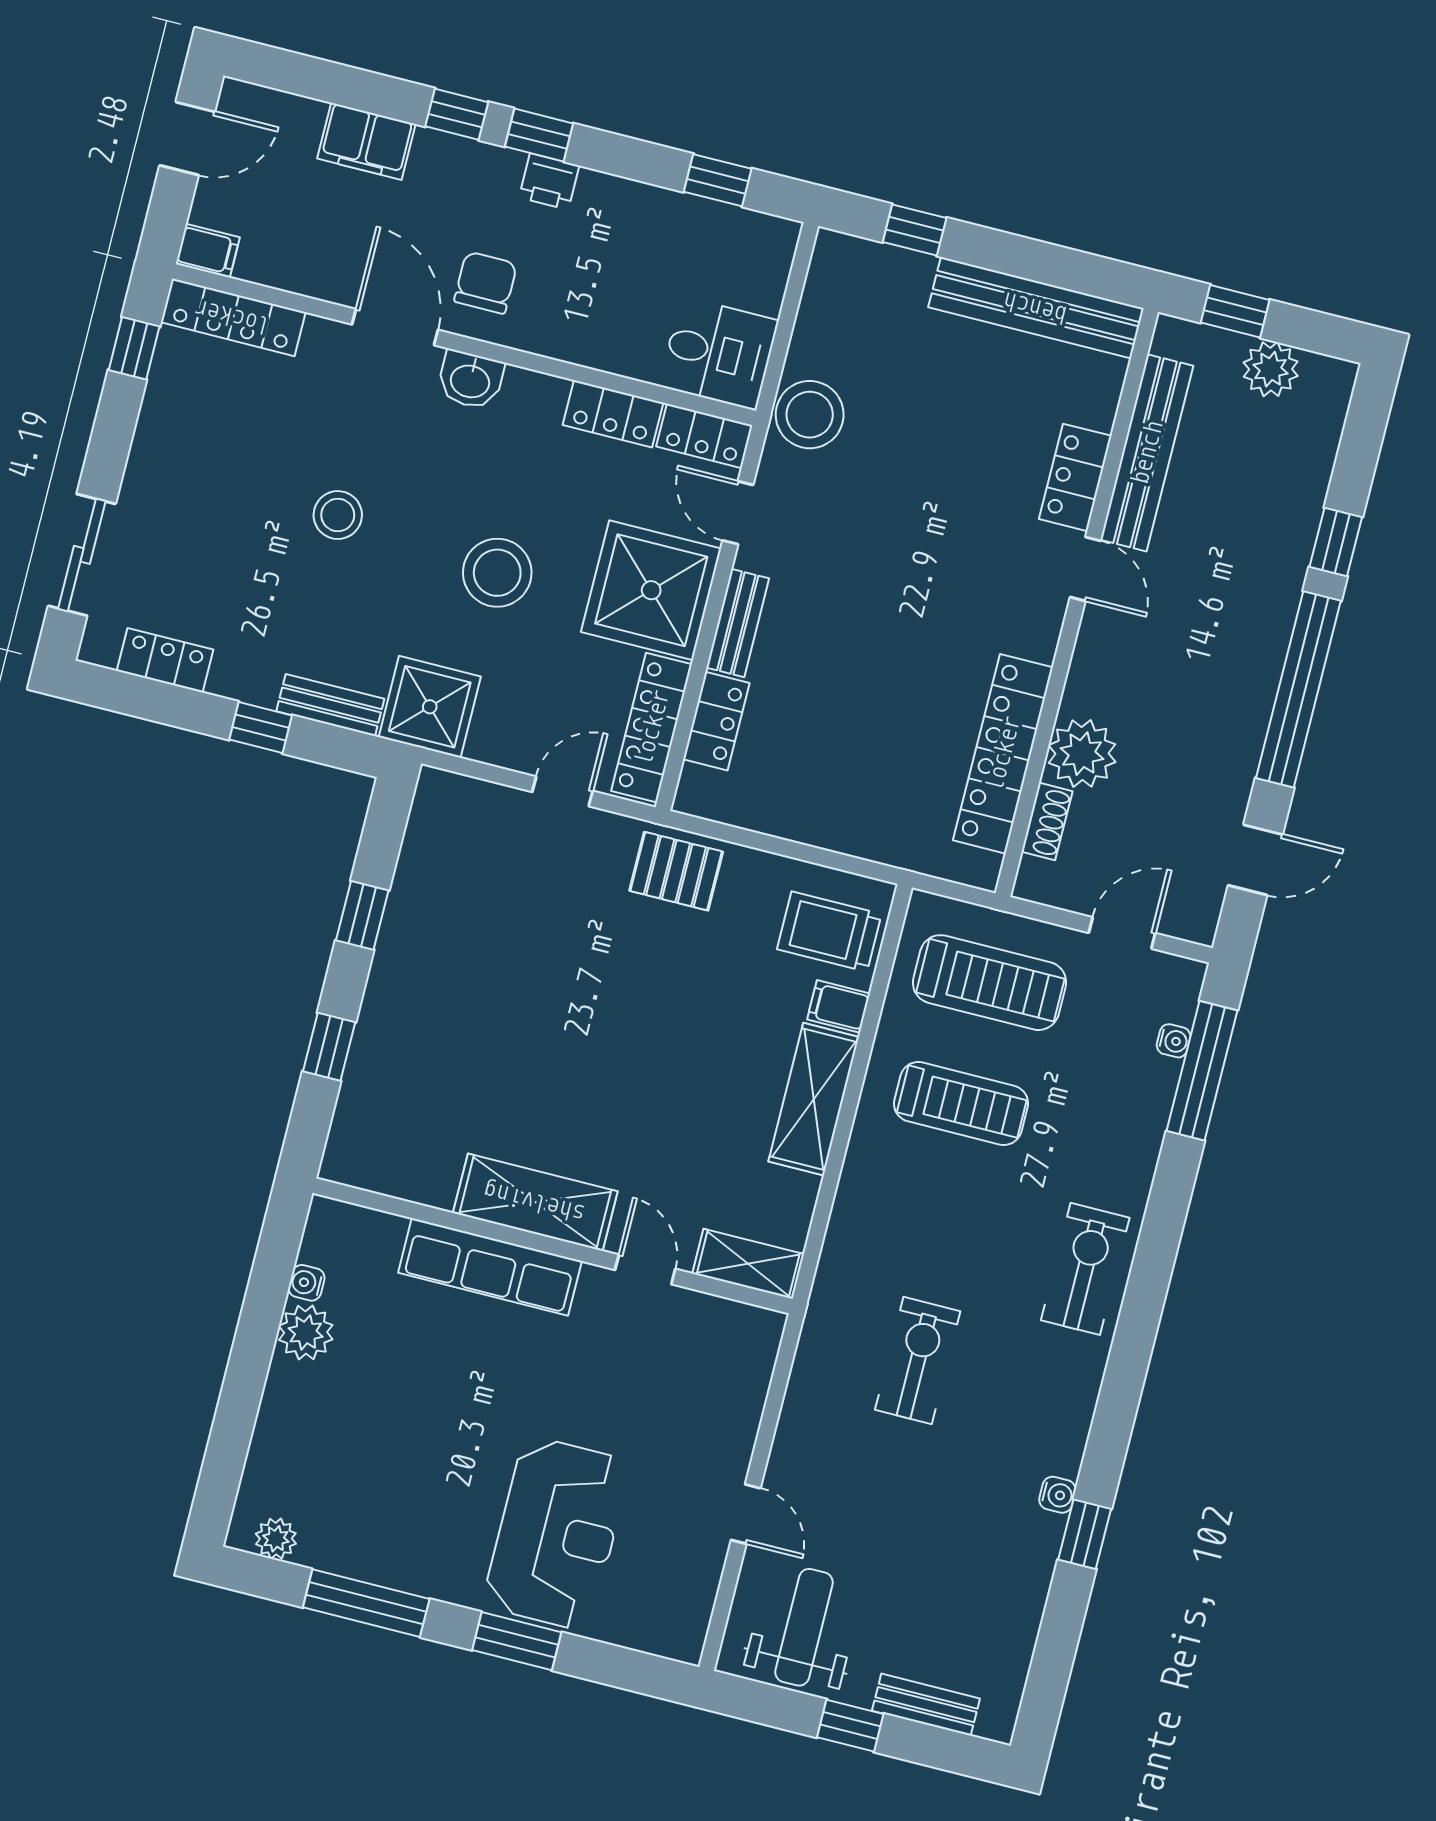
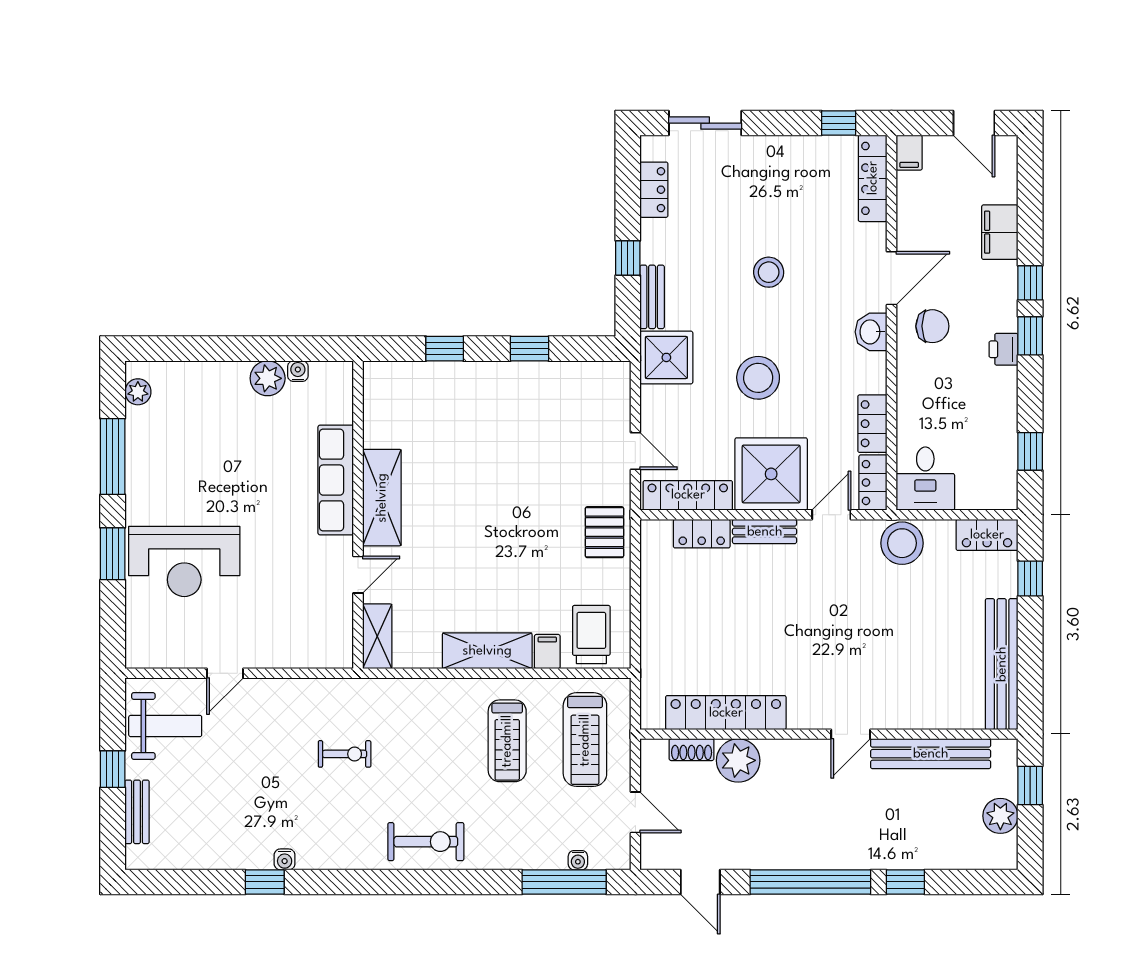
locker: (1075, 477) -> (987, 535), moved, turned 180
exercise bike: (918, 1361) -> (345, 754), width x0.73, depth x0.72

